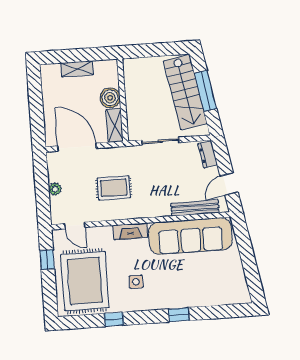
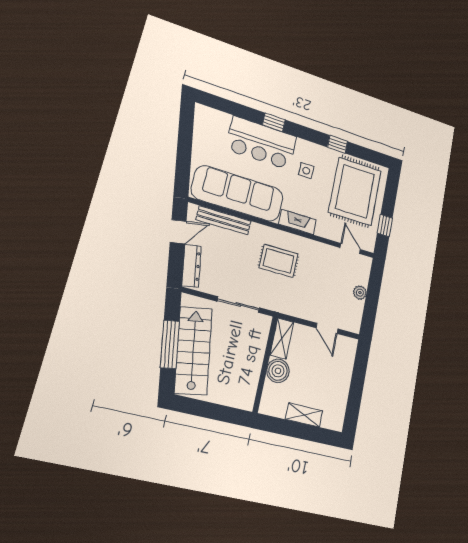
door: (77, 147) -> (327, 328), width x0.53
dresser: (208, 154) -> (192, 266), width x1.44
rug: (114, 188) -> (279, 261), moved
bar counter: (184, 291) -> (261, 143), added

